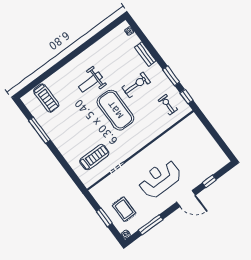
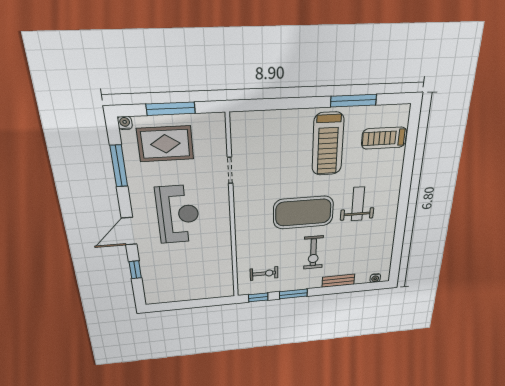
treadmill: (94, 157) -> (328, 144), moved, width x1.37, depth x1.38
rug: (124, 209) -> (165, 144), width x1.36, depth x1.43
window: (104, 217) -> (171, 109), width x1.44

